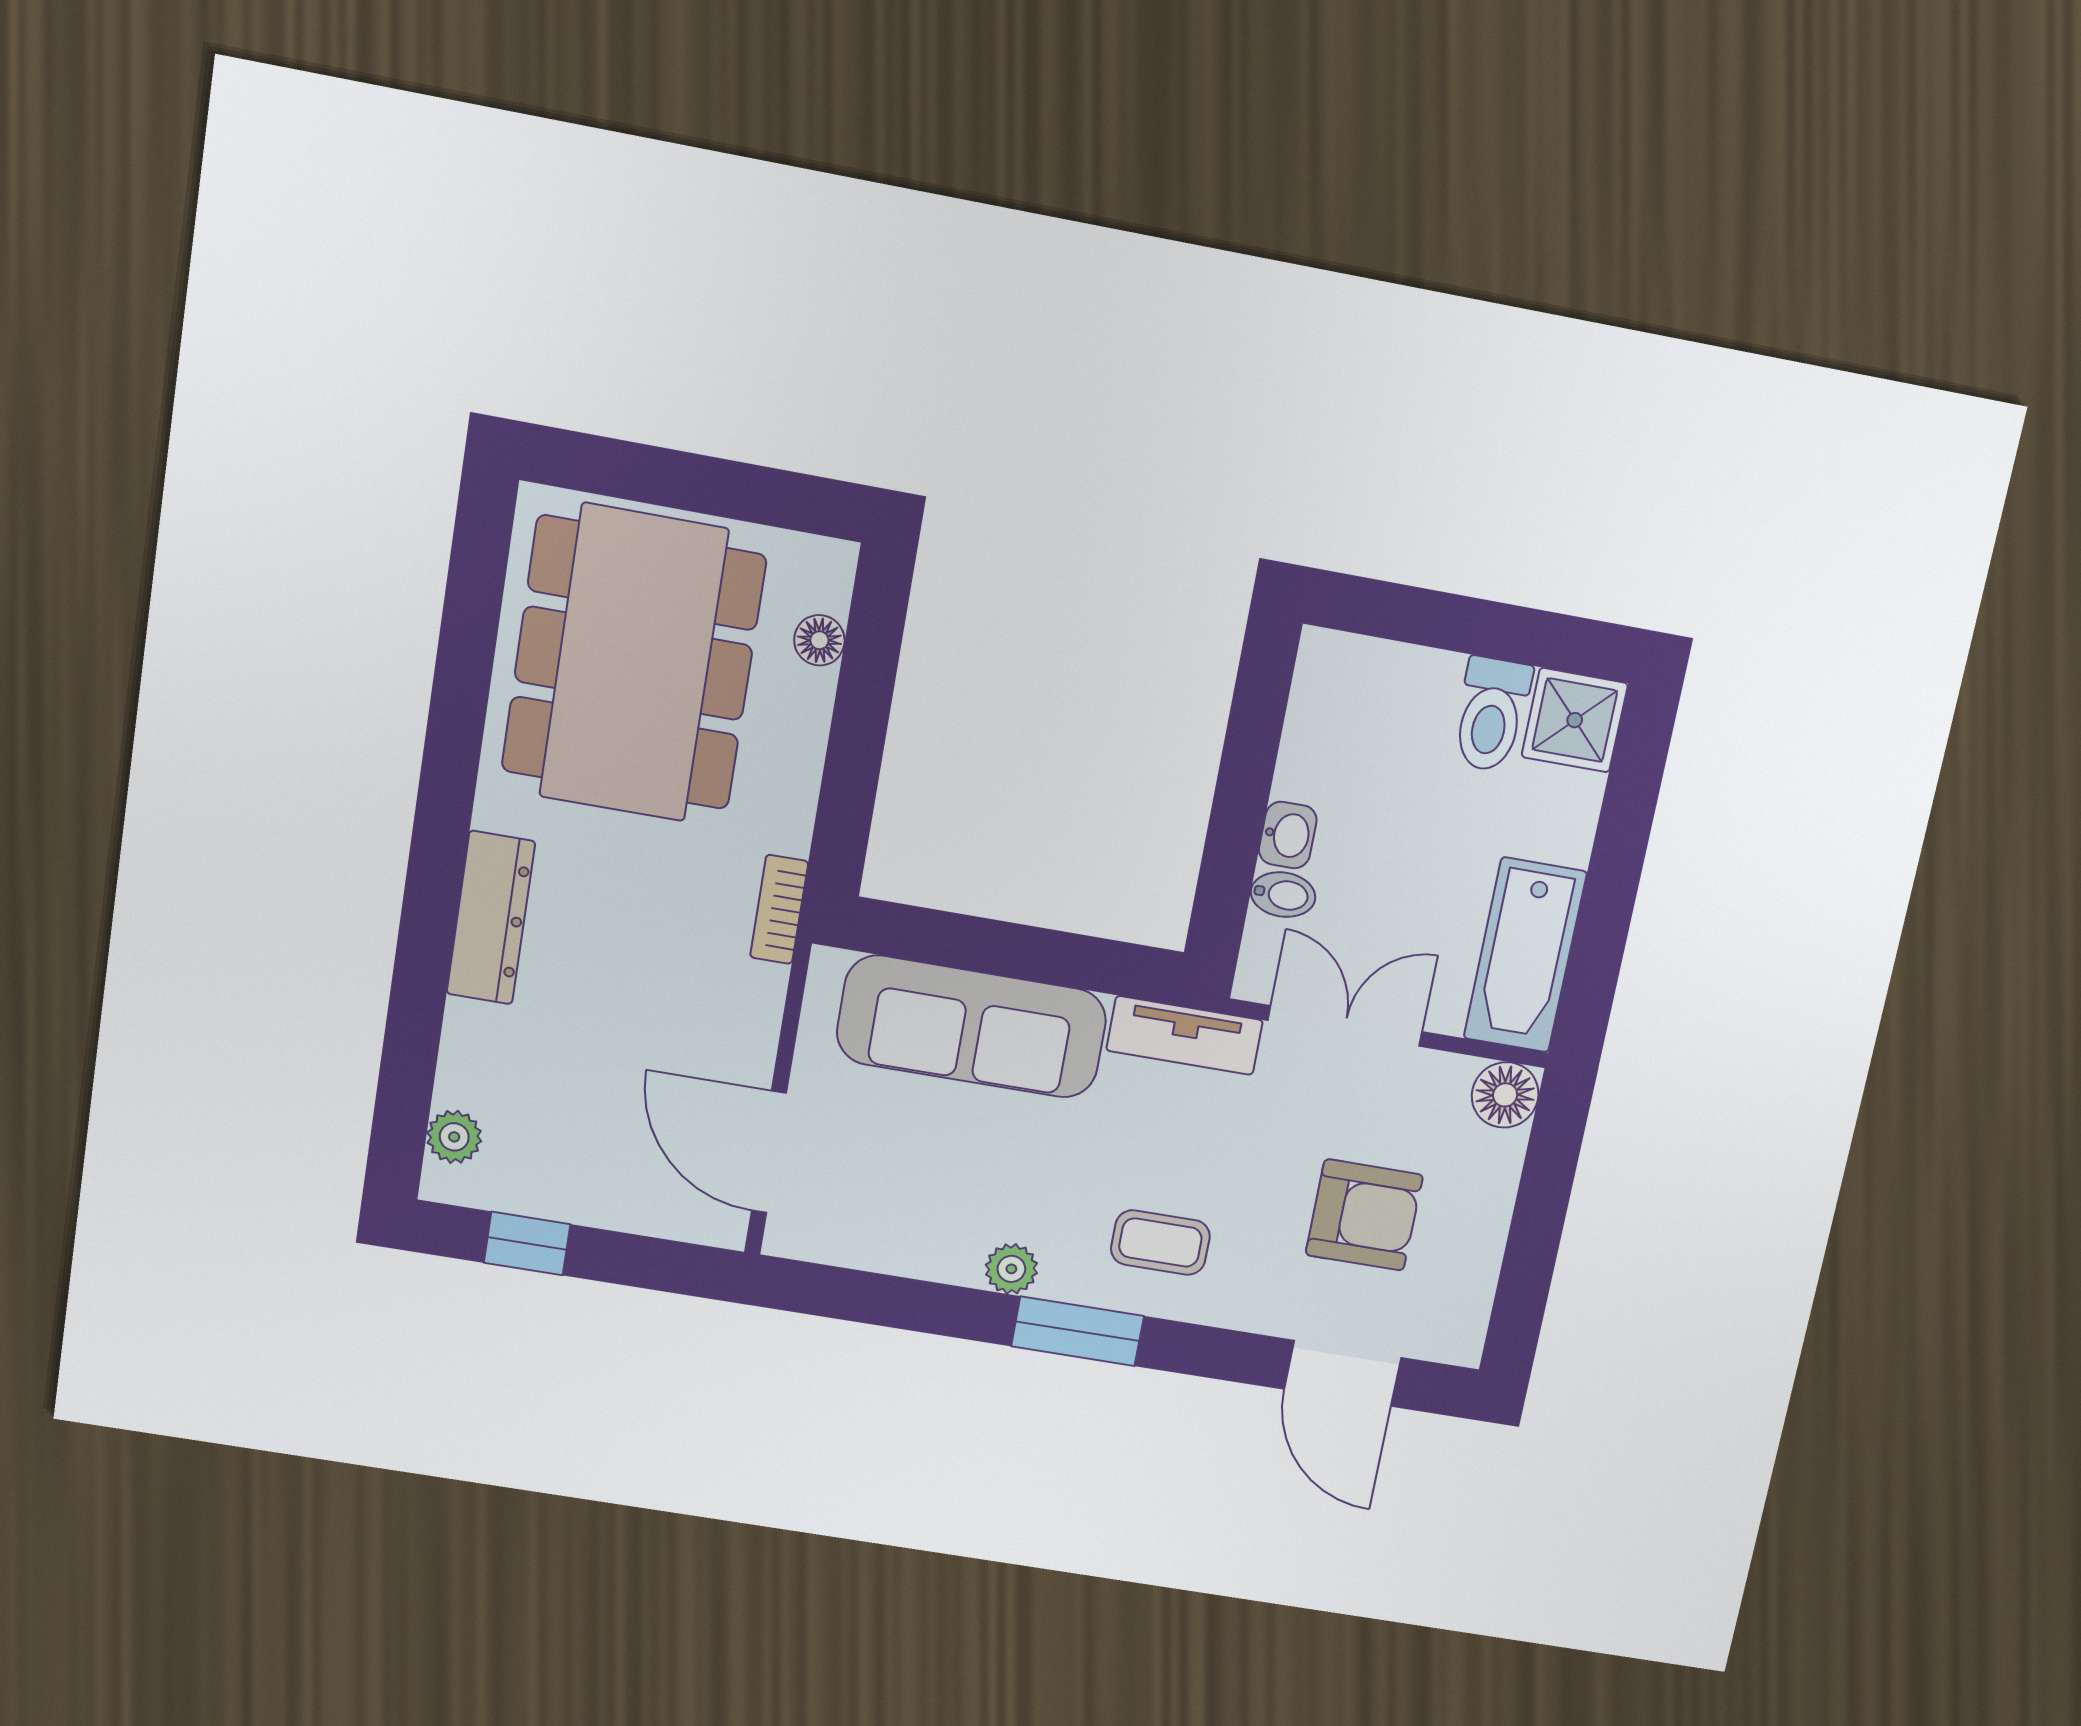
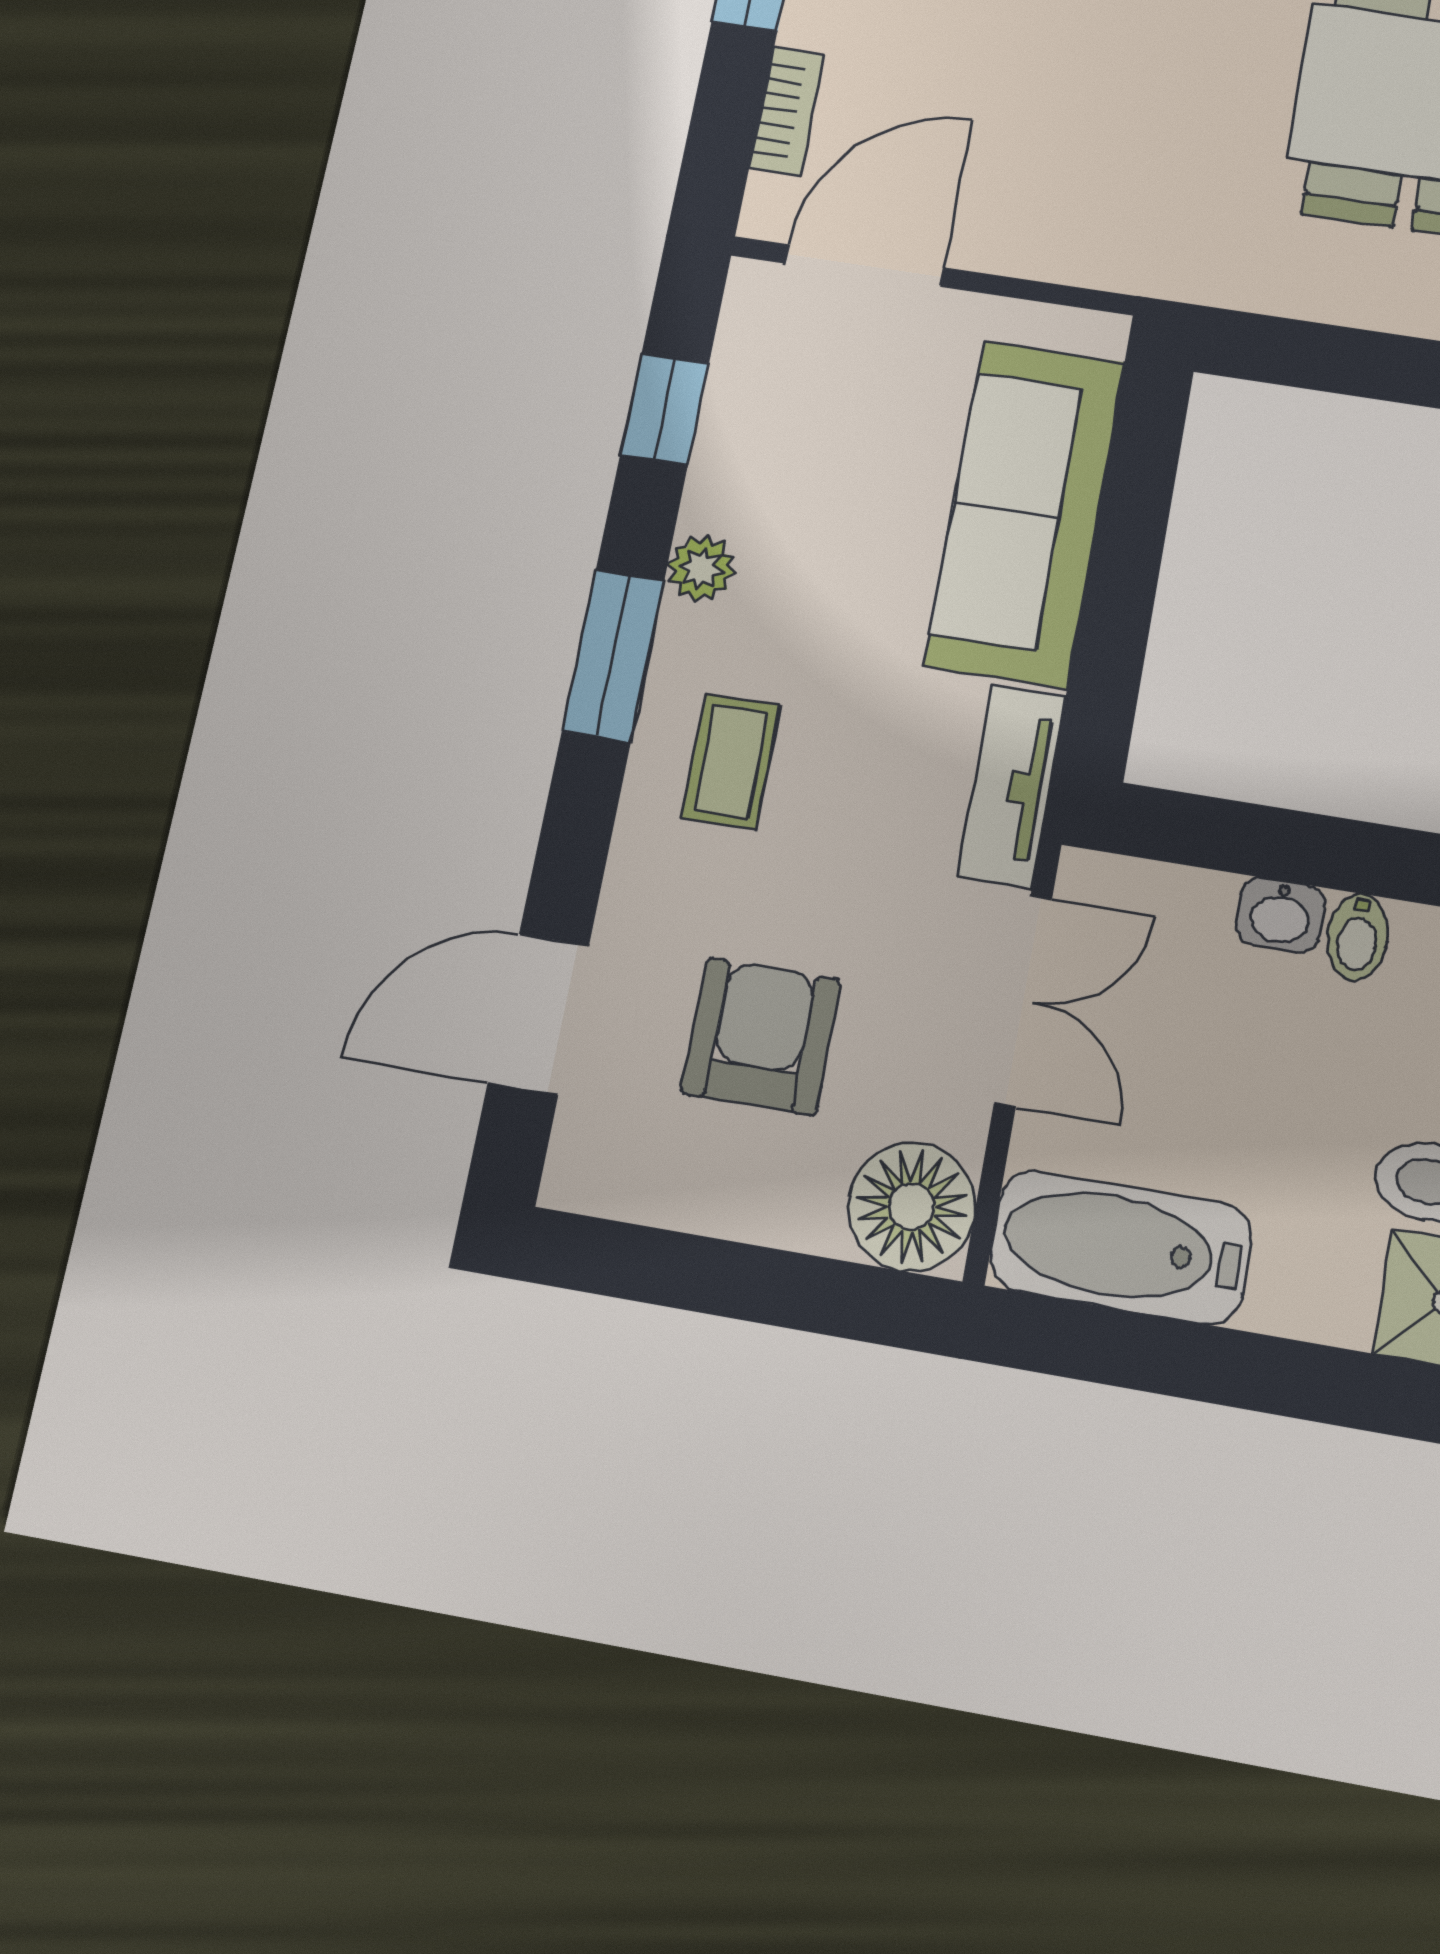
bidet: (1283, 895) -> (1358, 937), moved
bookcase: (779, 909) -> (787, 111), moved, turned 90
floor lamp: (1505, 1095) -> (912, 1207), width x1.38, depth x1.38
armchair: (1364, 1215) -> (761, 1036), turned 180
window: (885, 1300) -> (665, 409), added

